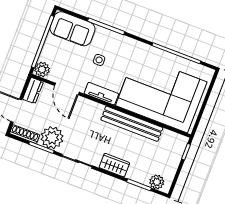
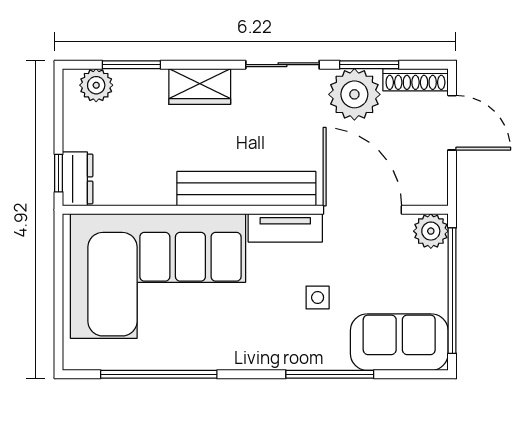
door: (67, 89) -> (362, 210), width x1.36
dresser: (33, 91) -> (78, 179), moved, turned 180
bench: (132, 124) -> (246, 189), moved

